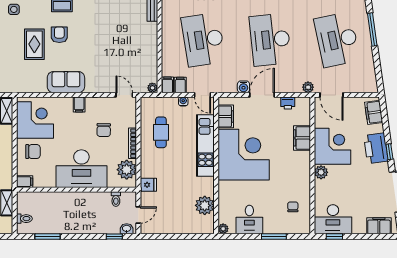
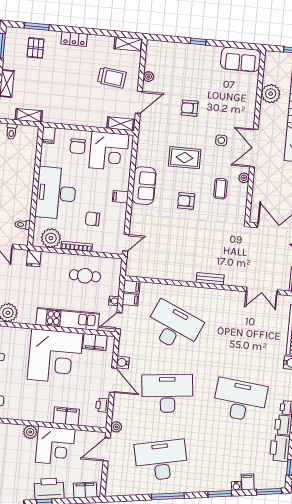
armchair: (59, 35) -> (186, 201), moved, turned 180
desk: (203, 40) -> (174, 327), turned 33
plant: (152, 88) -> (130, 272), removed

